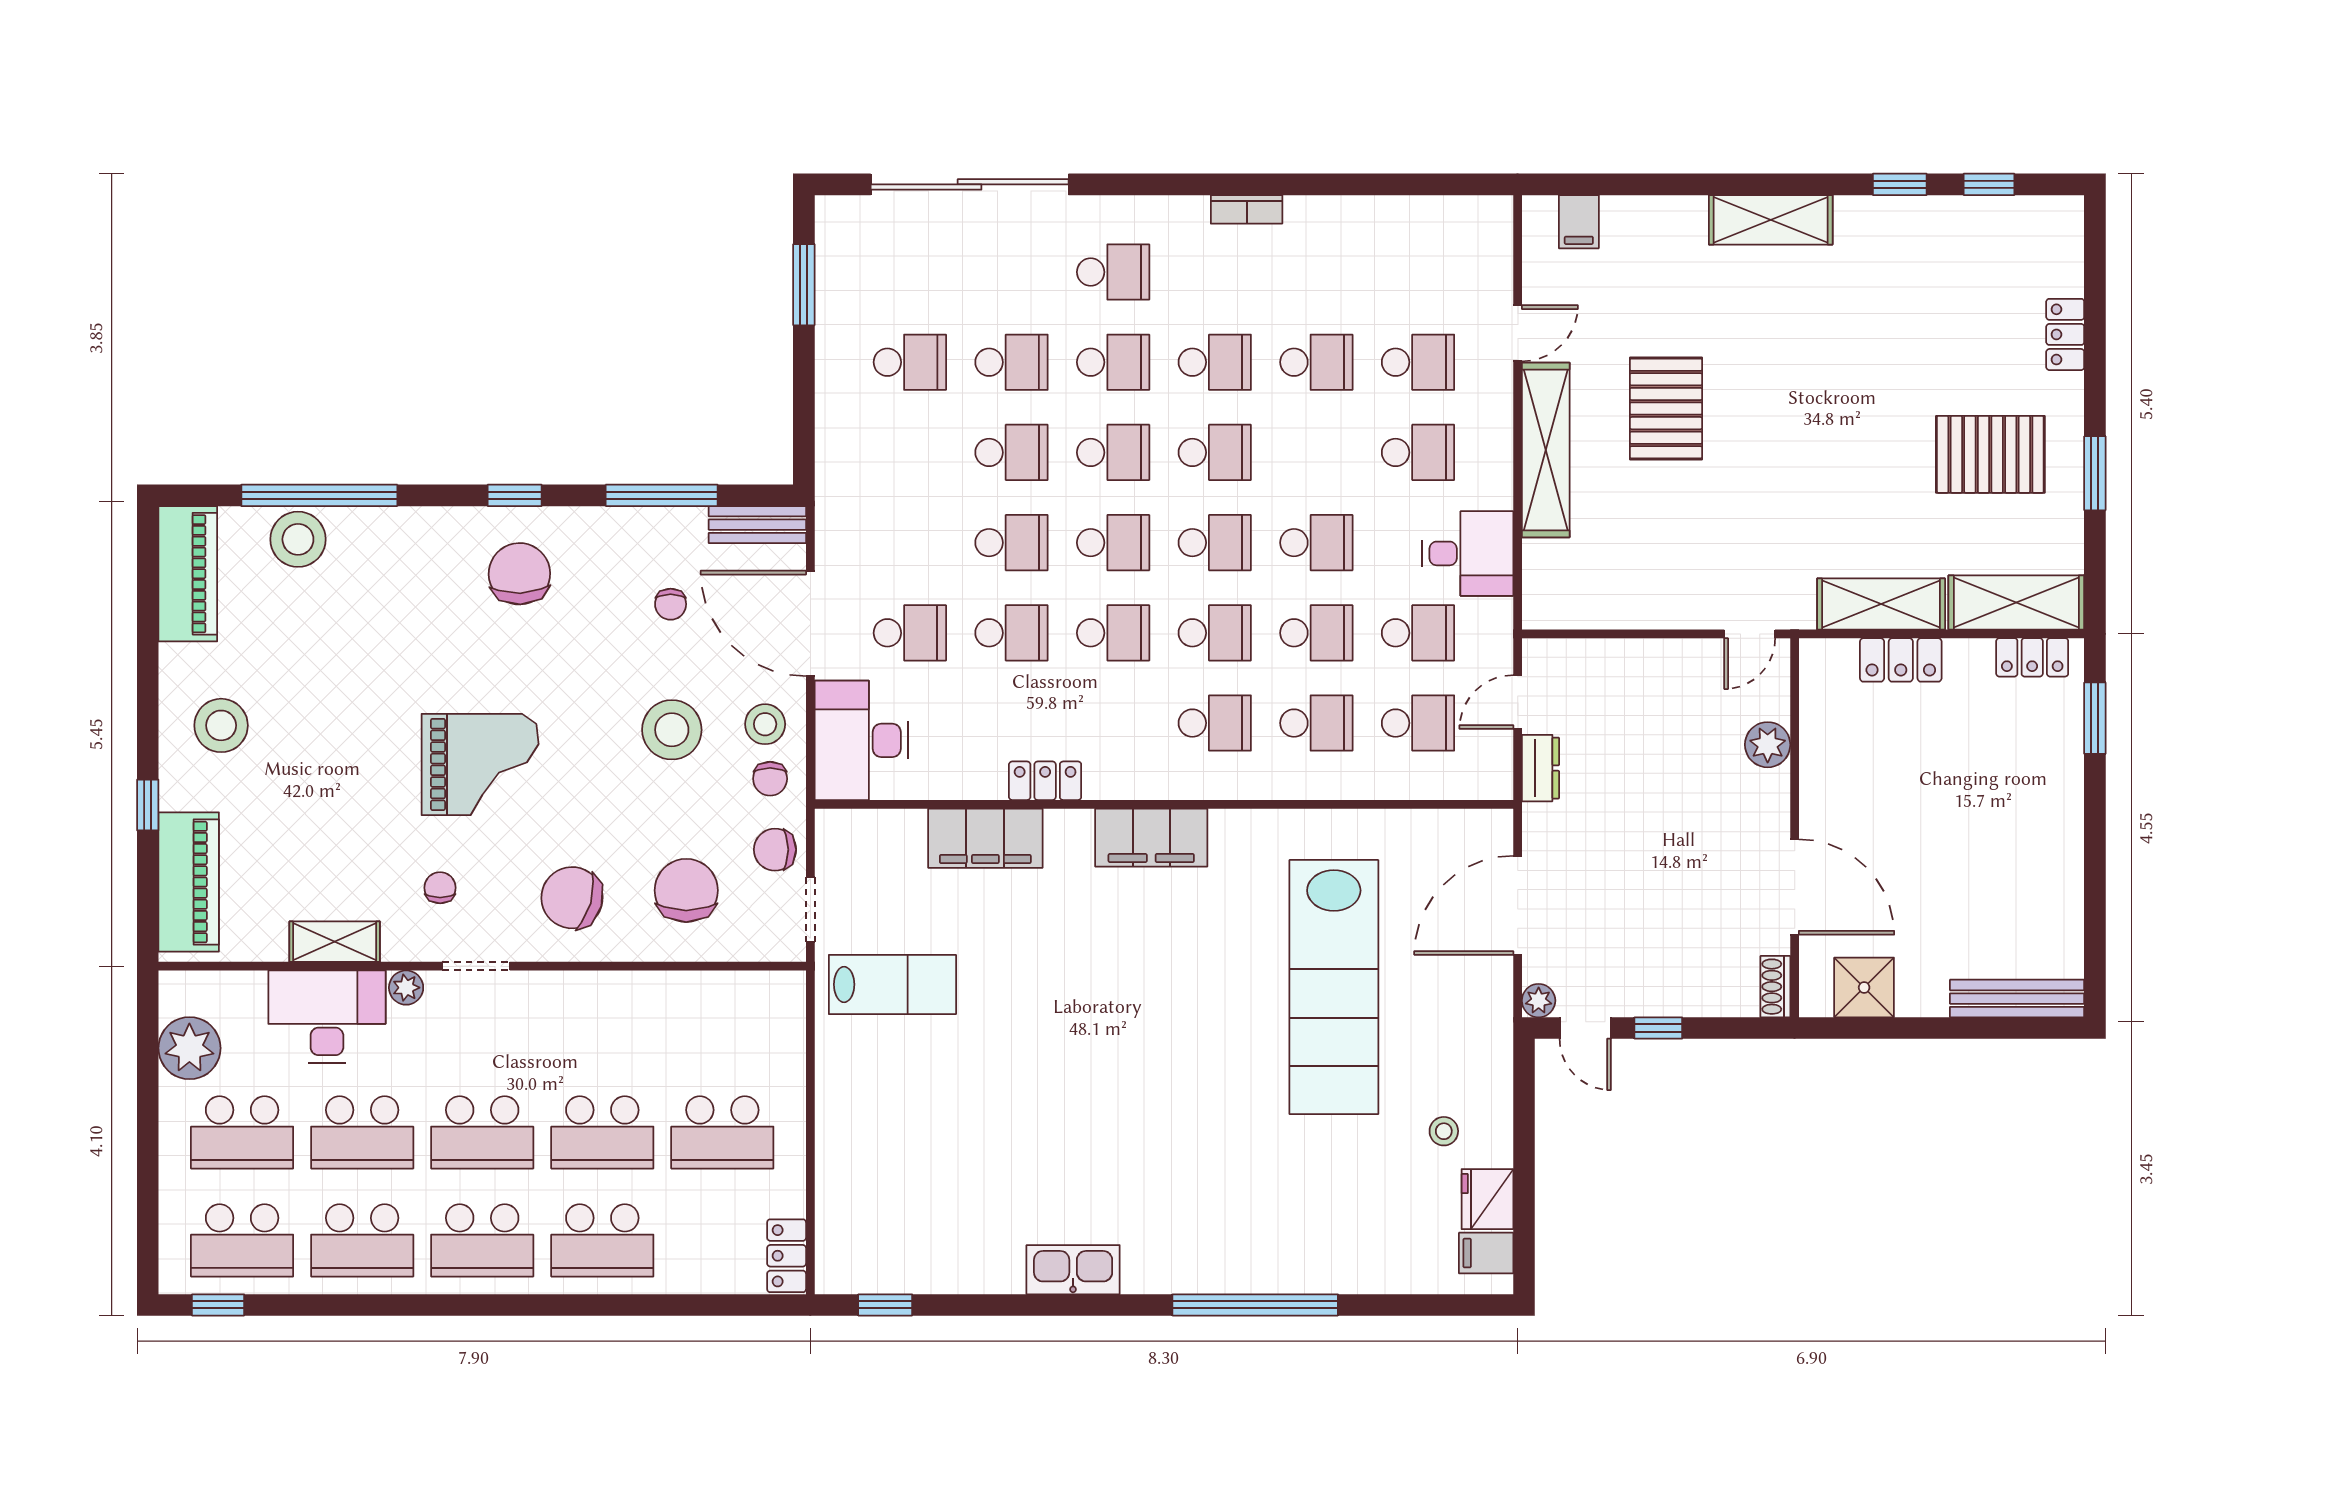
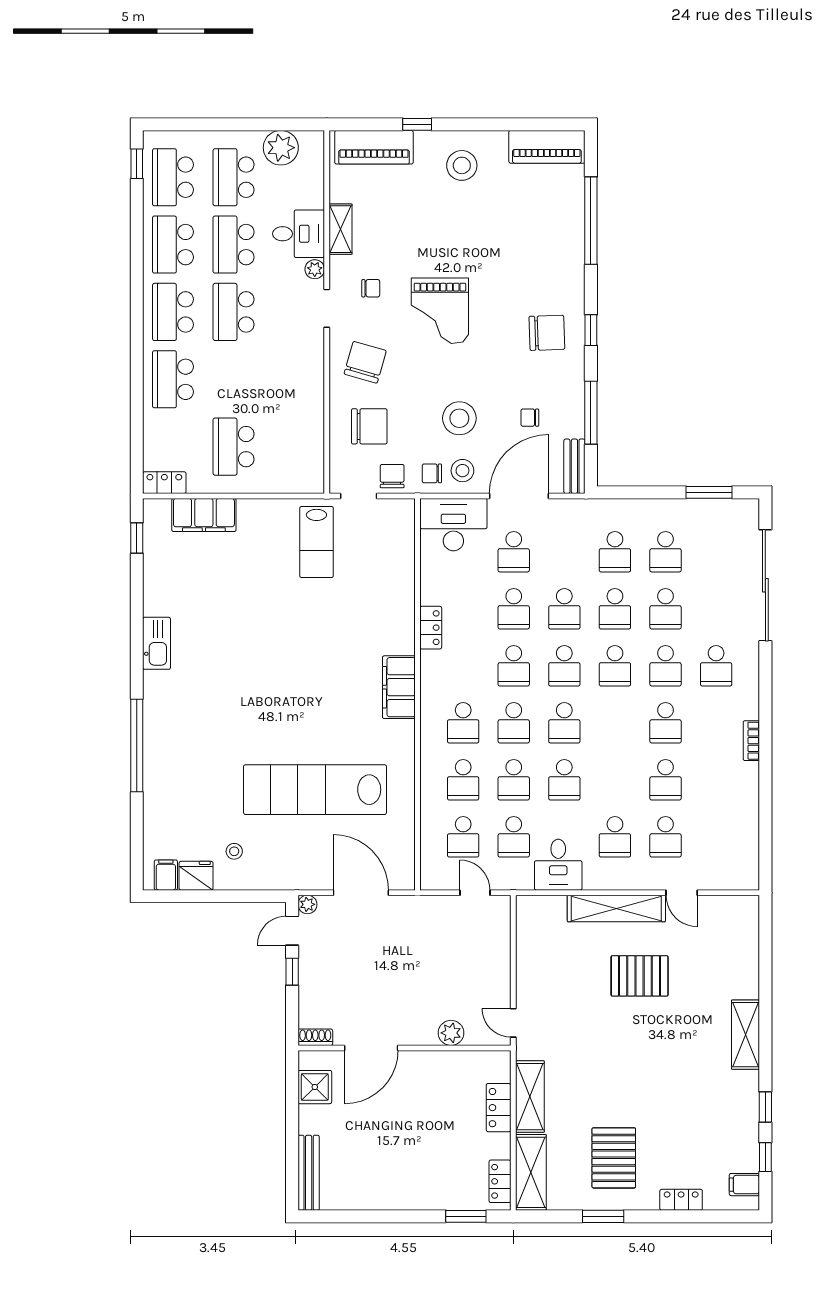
filing cabinet: (1579, 222) -> (744, 1185), moved
school desk: (1215, 452) -> (615, 552), moved
stool: (298, 539) -> (566, 209), removed
dresser: (1541, 768) -> (438, 906), removed
filing cabinet: (985, 838) -> (204, 515), moved, turned -90
desk: (327, 1017) -> (299, 234), width x0.73
school desk: (602, 1132) -> (234, 379), removed

